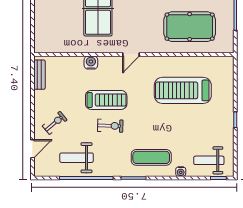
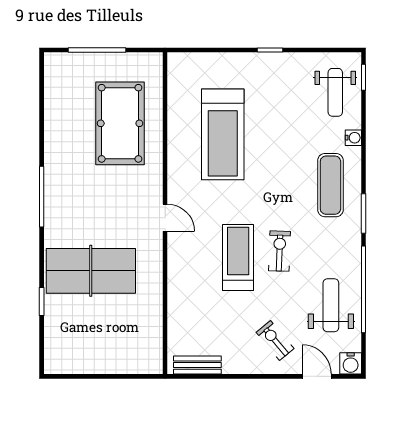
water cooler: (91, 63) -> (351, 363), moved, turned -90
weight bench: (77, 158) -> (331, 305), turned 180

